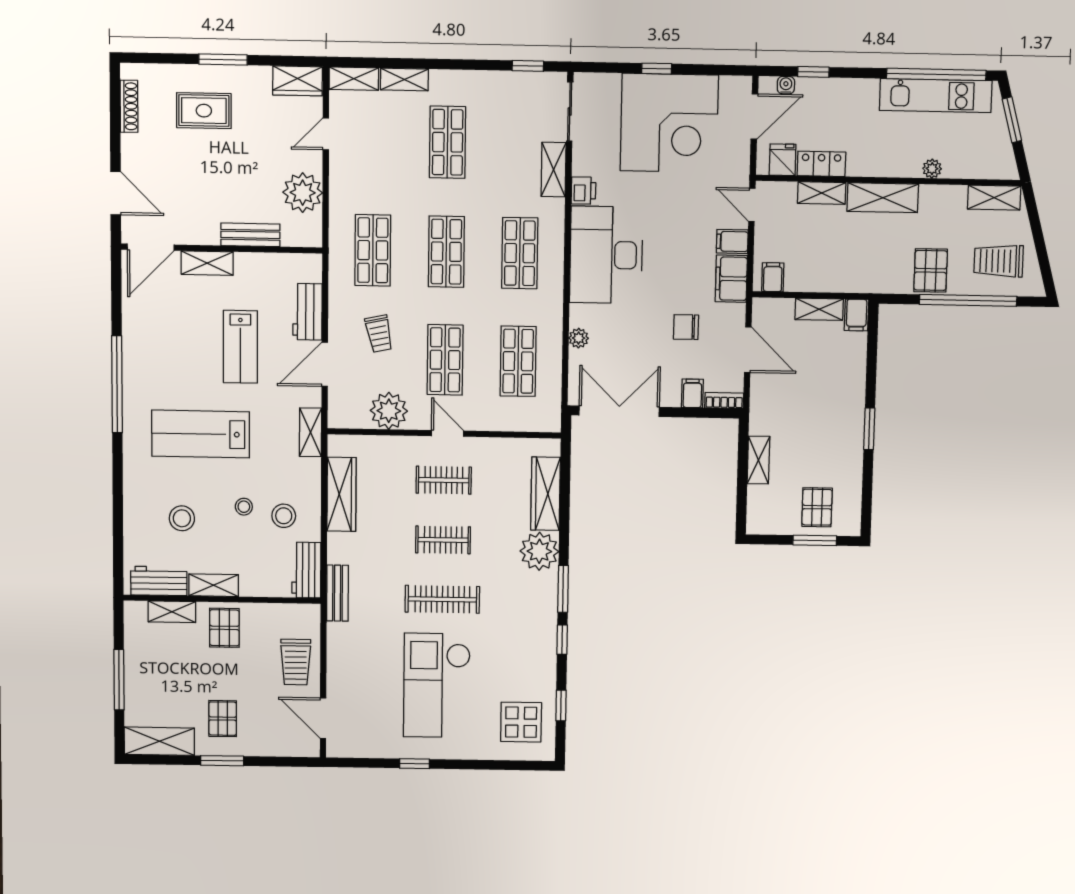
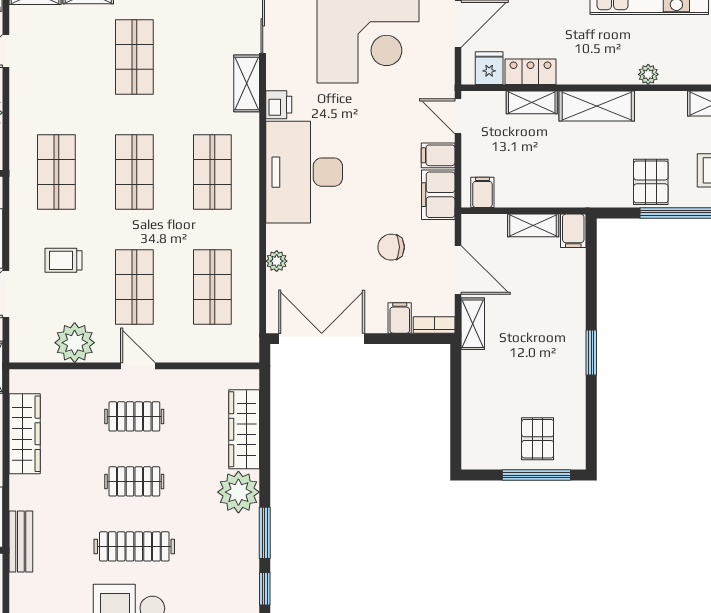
trolley: (379, 334) -> (63, 260), turned 102
shelving: (758, 460) -> (473, 324), moved
window: (815, 540) -> (536, 475), width x1.44

